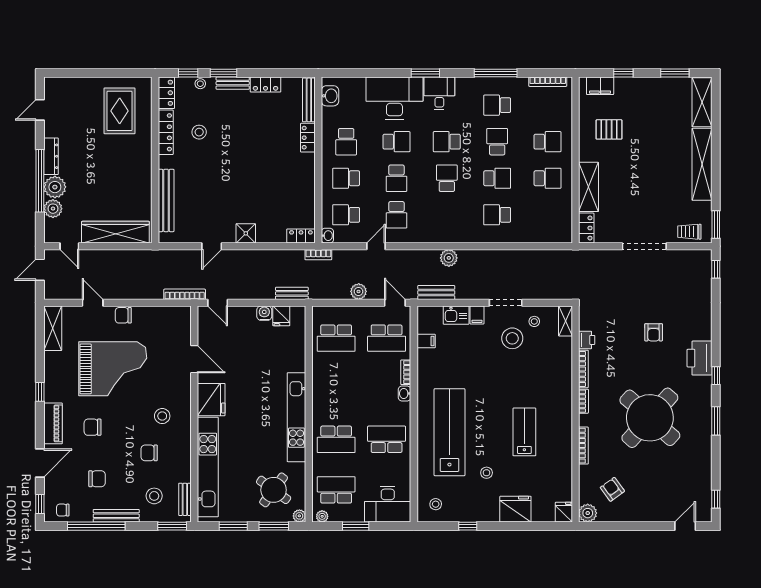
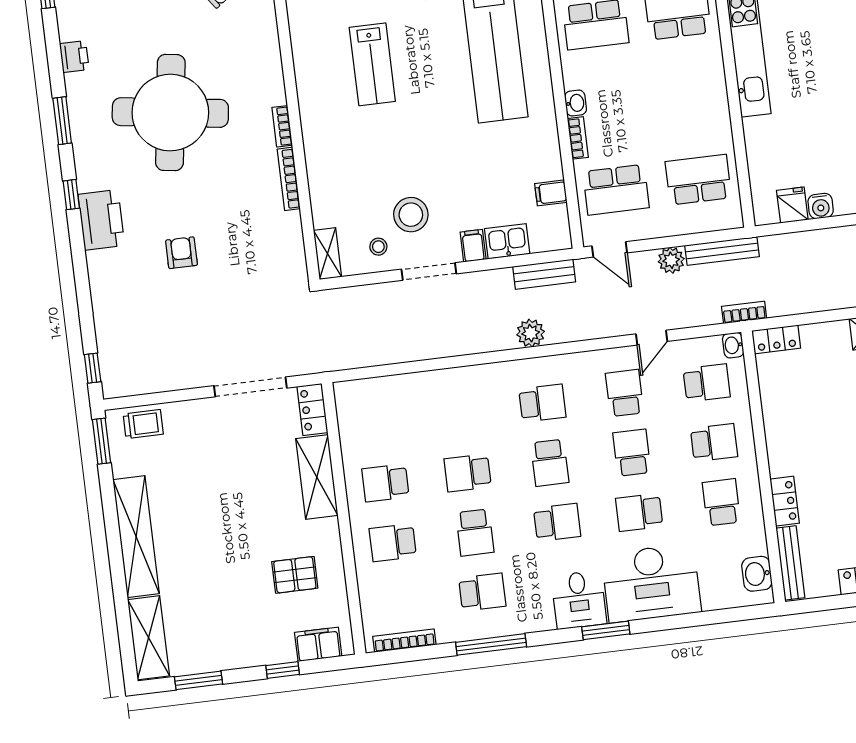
school desk: (497, 215) -> (542, 403), moved
doorway: (644, 246) -> (250, 387), moved
bench: (292, 293) -> (722, 251), moved, width x1.36
school desk: (387, 338) -> (616, 190), turned 180
printer: (587, 340) -> (74, 57), moved, turned 180
round table: (650, 418) -> (170, 113), turned -34
bookcase: (583, 446) -> (273, 54), removed

